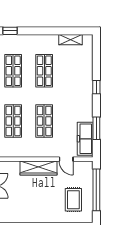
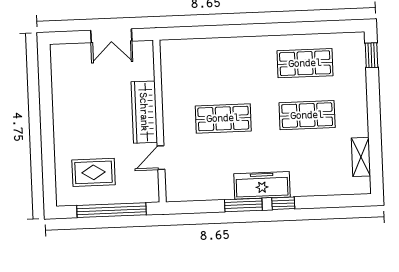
shop shelf: (13, 121) -> (221, 67), removed
window: (96, 128) -> (243, 205), moved
freezer: (85, 139) -> (262, 185), moved

